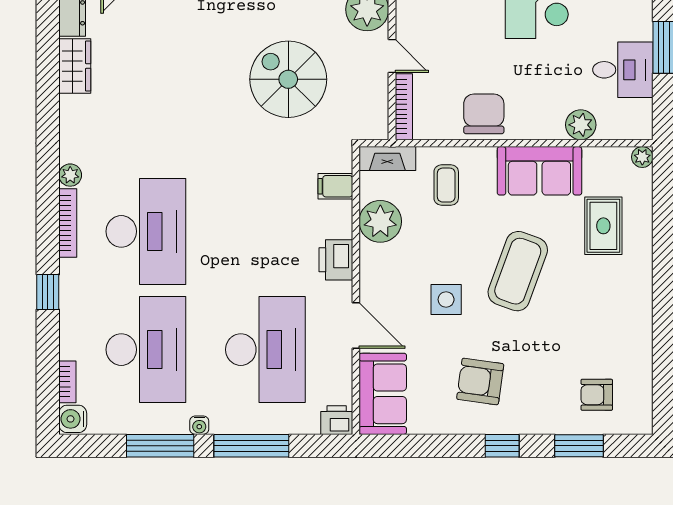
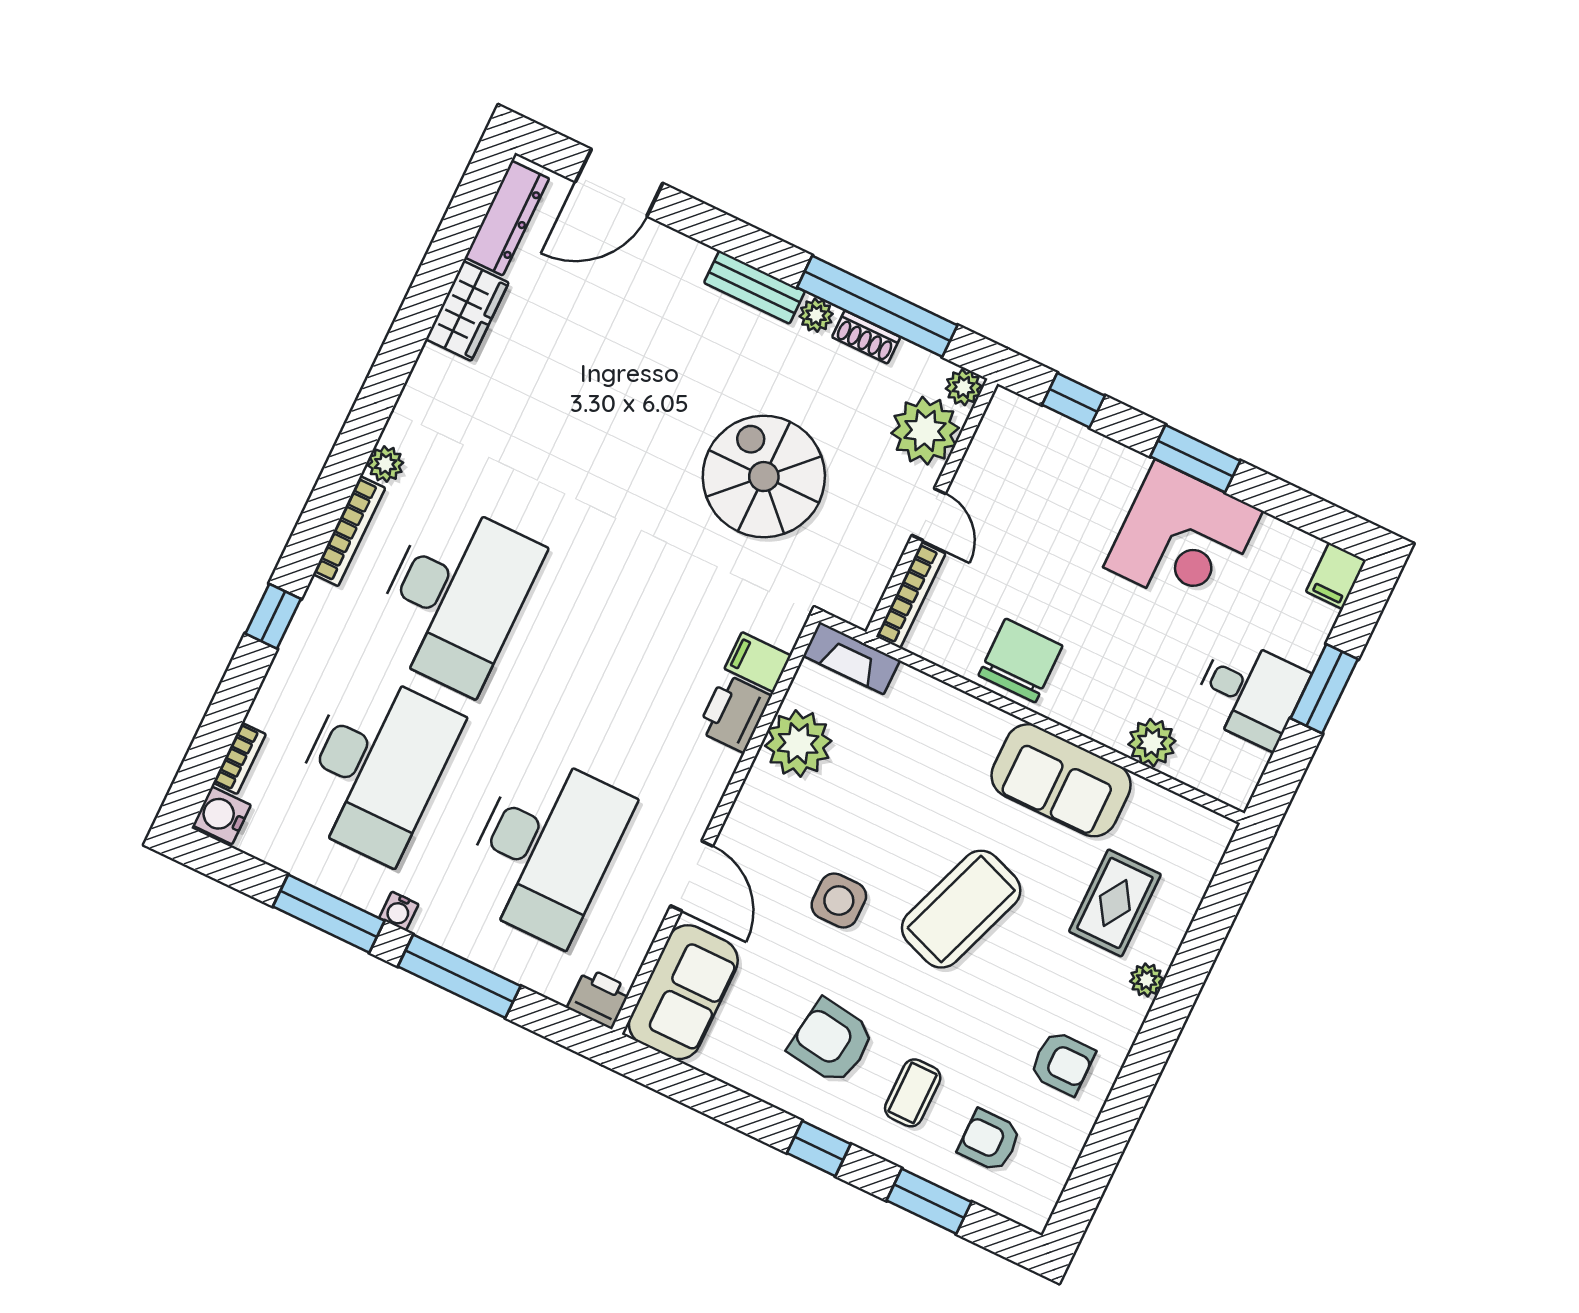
plant: (642, 157) -> (1147, 980), moved
coffee table: (446, 185) -> (913, 1093), moved
printer: (336, 260) -> (734, 713), moved
armchair: (617, 331) -> (1062, 1063), added

